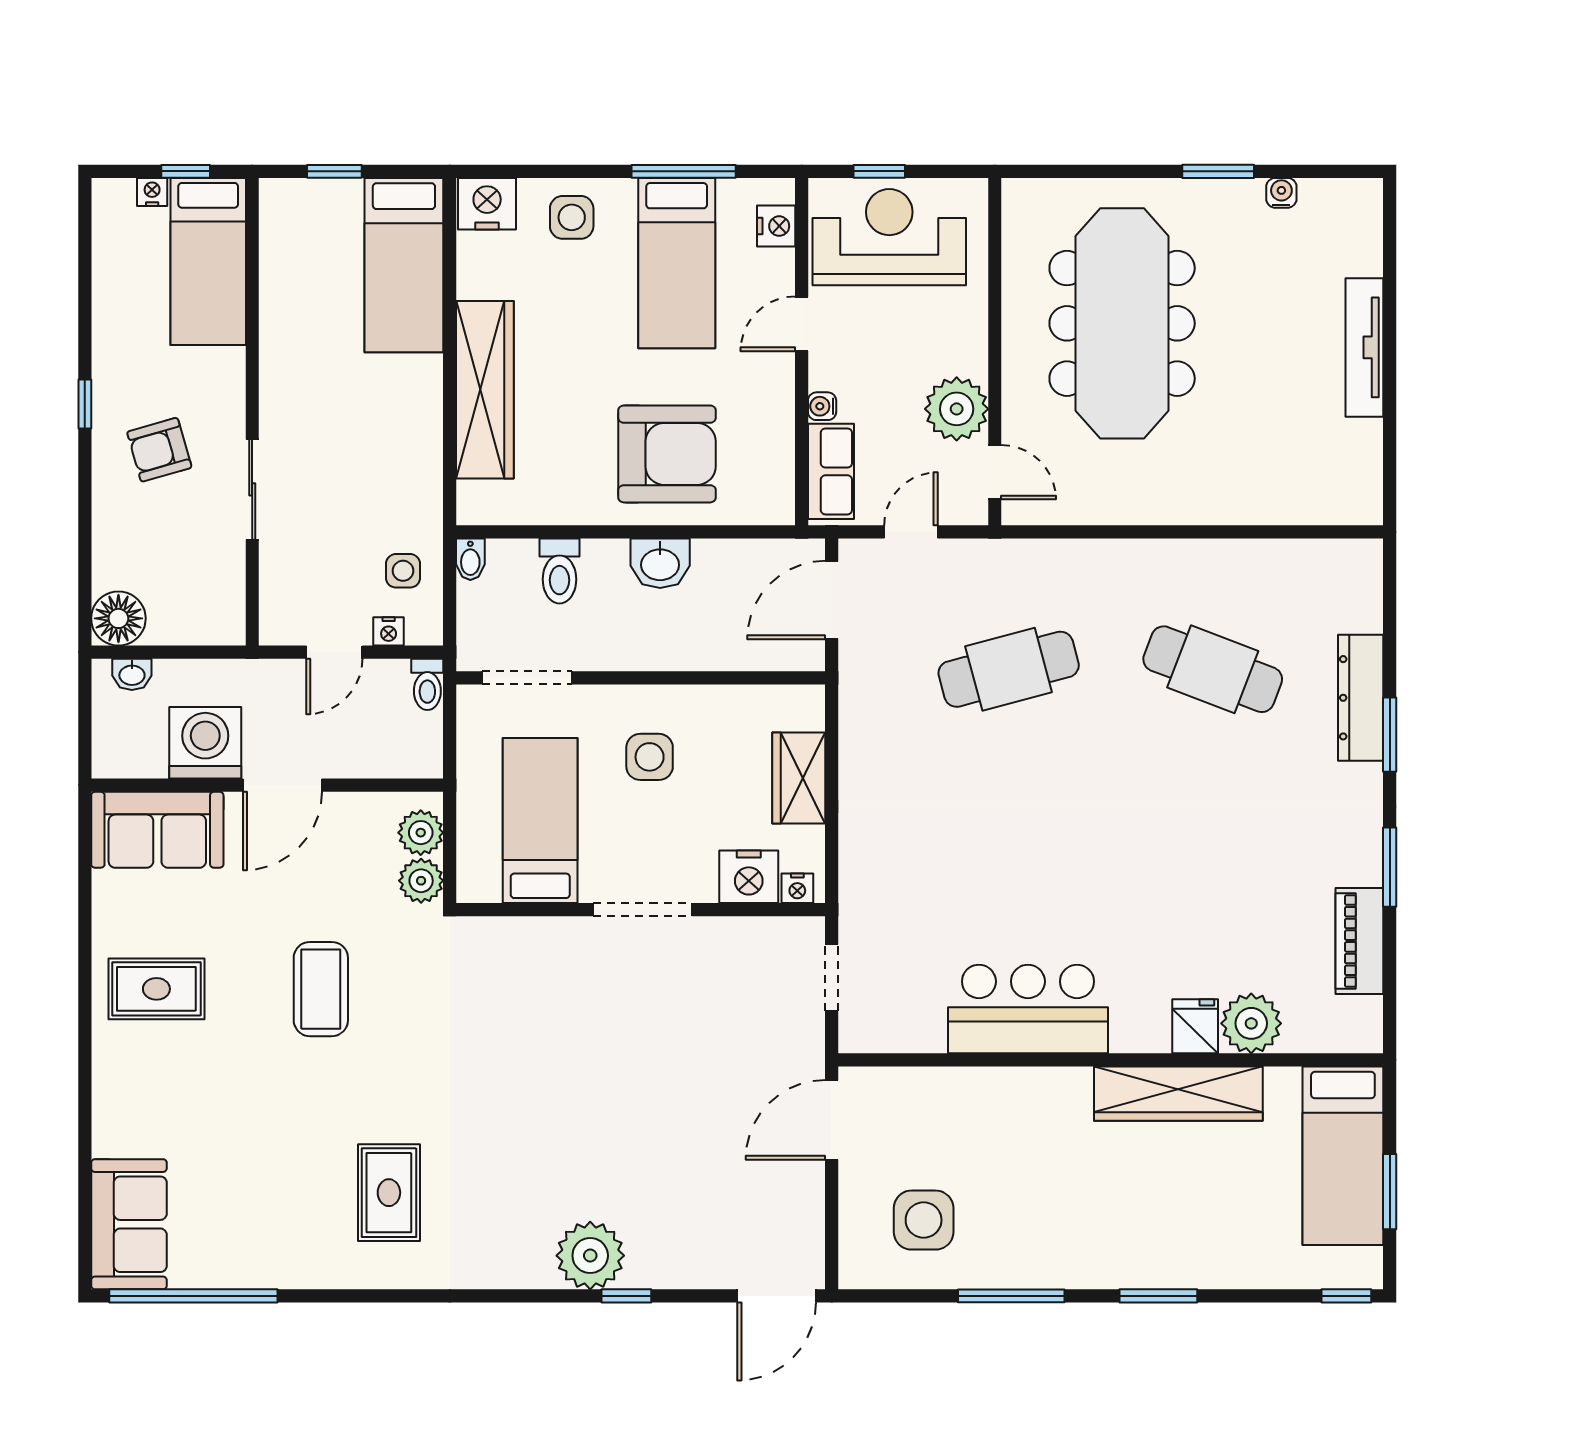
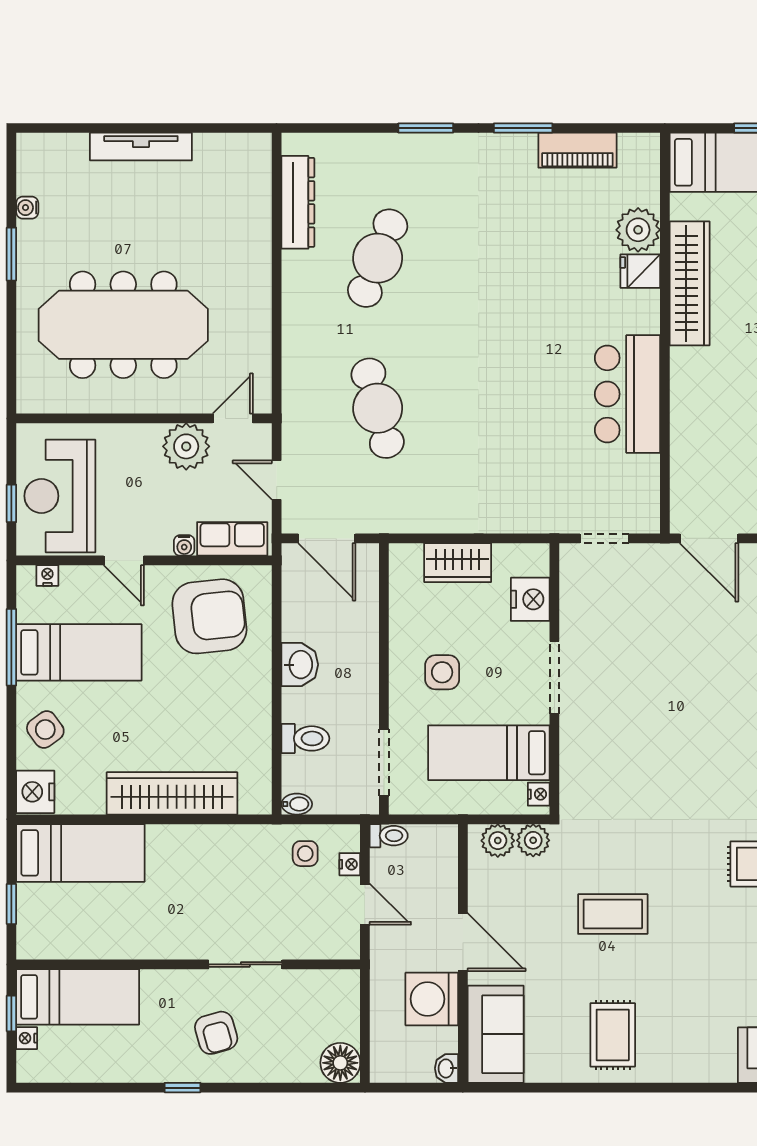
side table: (572, 217) -> (45, 730), turned -36
nightstand: (776, 226) -> (47, 576), width x0.72, depth x0.74
armchair: (667, 454) -> (209, 616), moved, turned 84
washbasin: (132, 674) -> (446, 1068), moved, turned 180
dresser: (1361, 698) -> (298, 202), moved, turned -90
nightstand: (797, 888) -> (539, 794), moved

